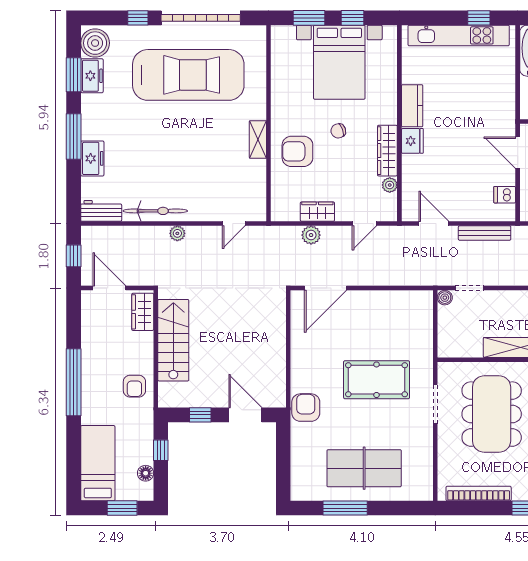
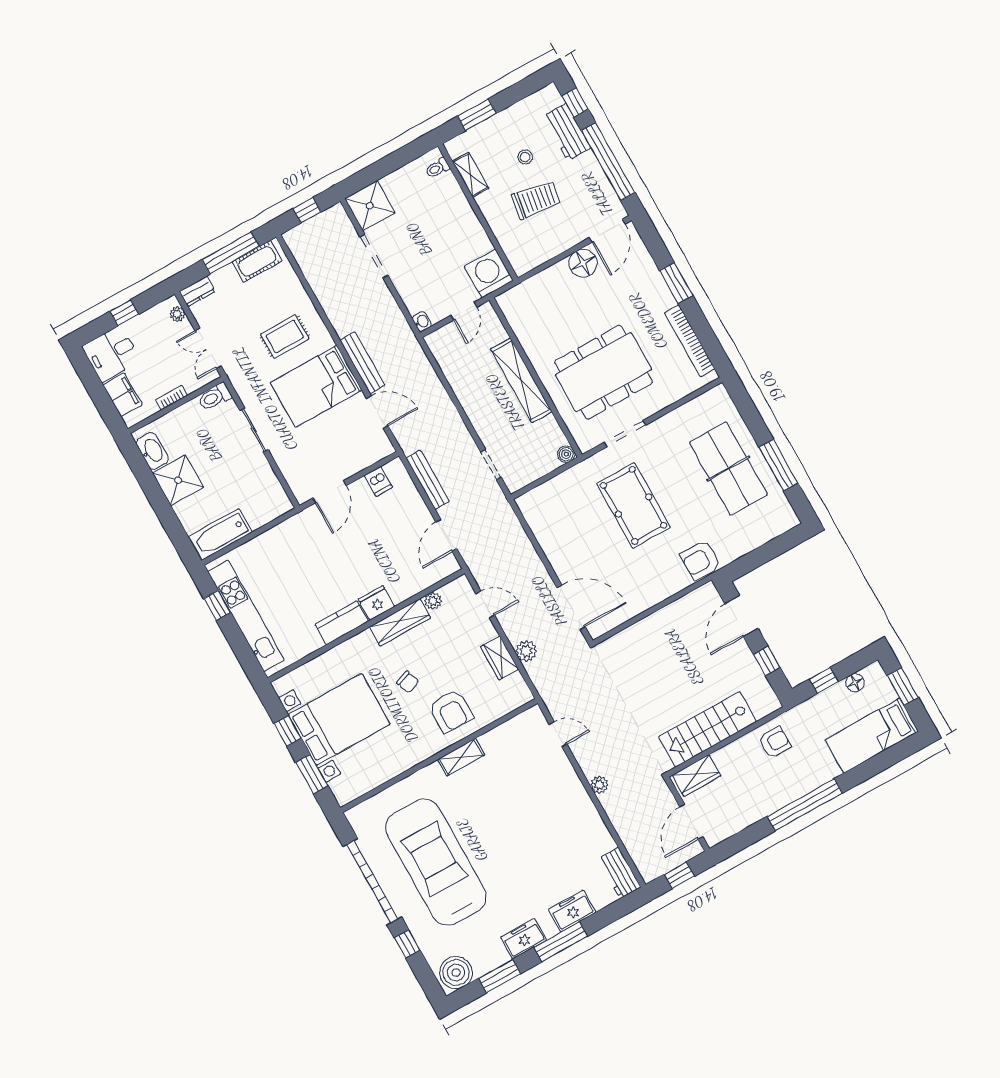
freezer: (92, 76) -> (524, 939), moved
bicycle: (155, 211) -> (589, 819), removed
boiler: (445, 298) -> (566, 454), moved

